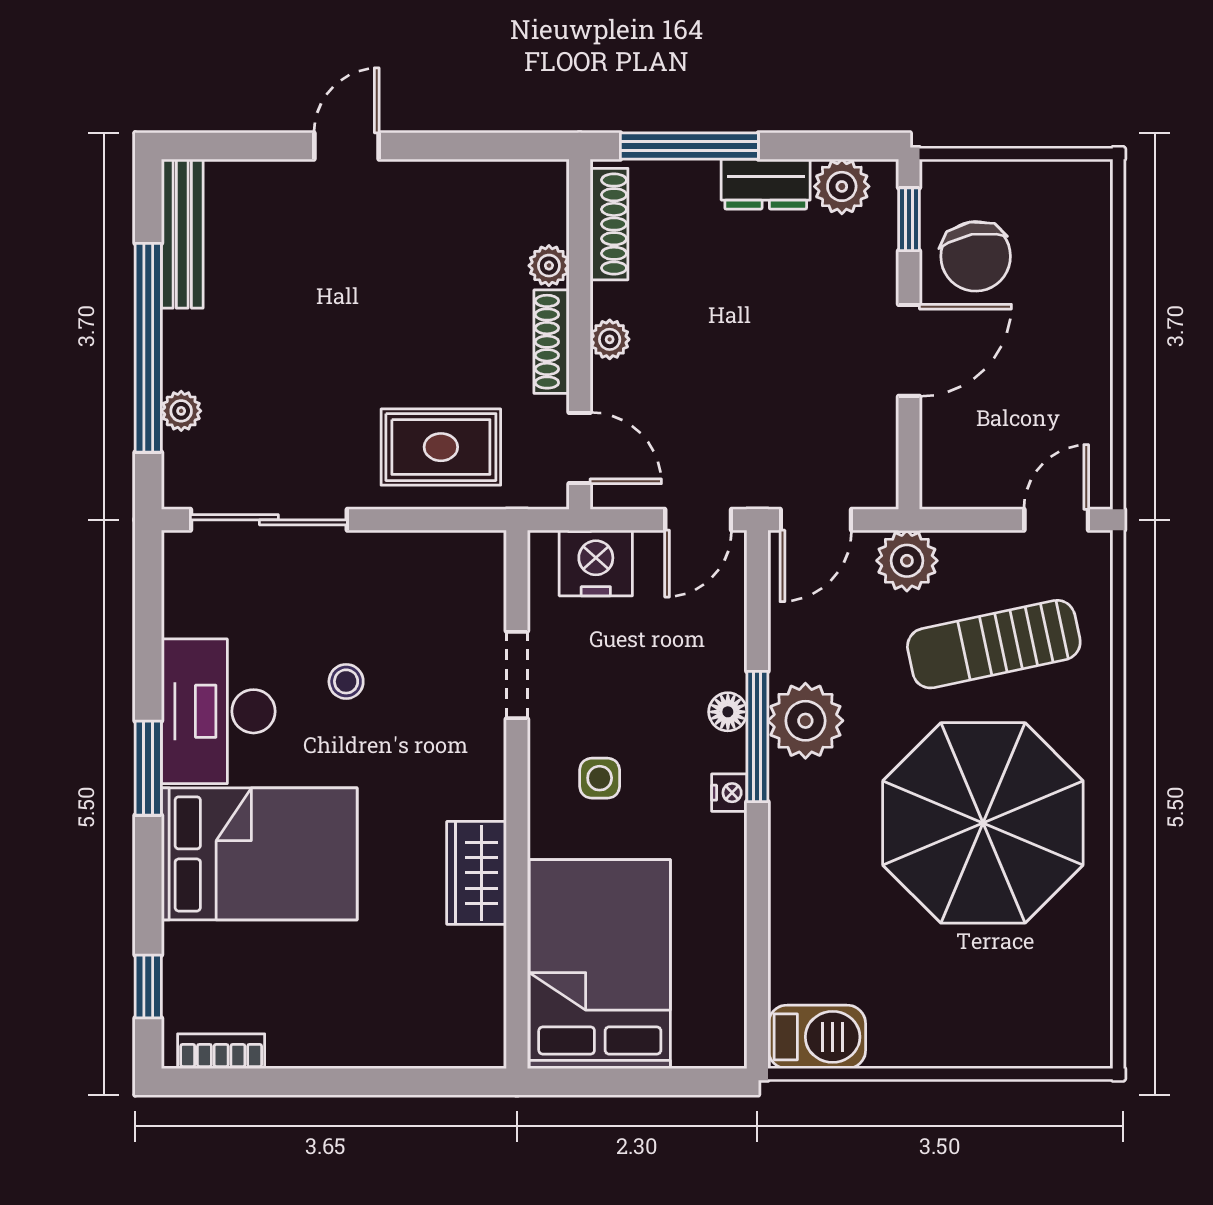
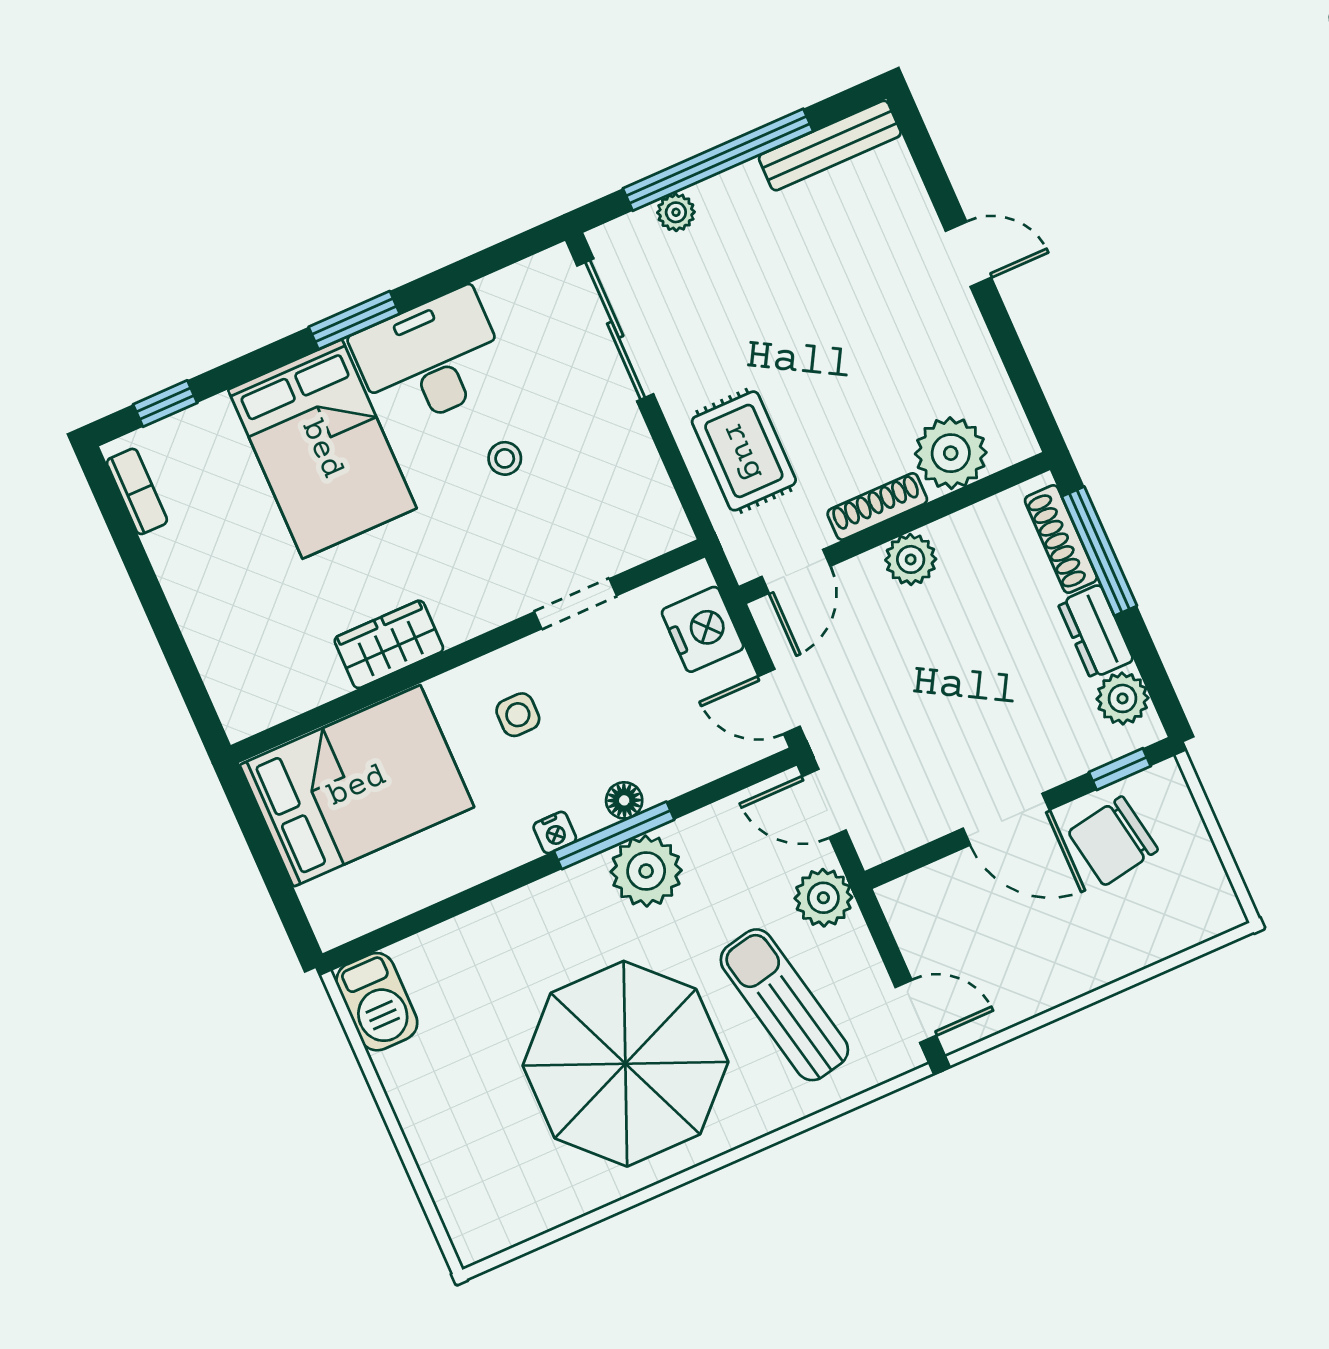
shoe rack: (609, 224) -> (1061, 539), moved, turned 90
plant: (549, 266) -> (951, 453), width x1.87, depth x1.87
plant: (610, 339) -> (911, 559), width x1.38, depth x1.38

